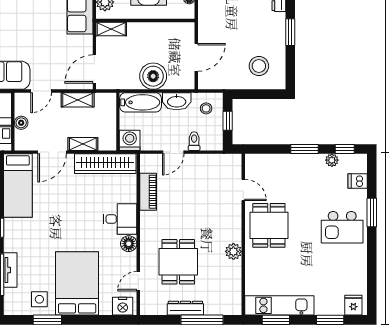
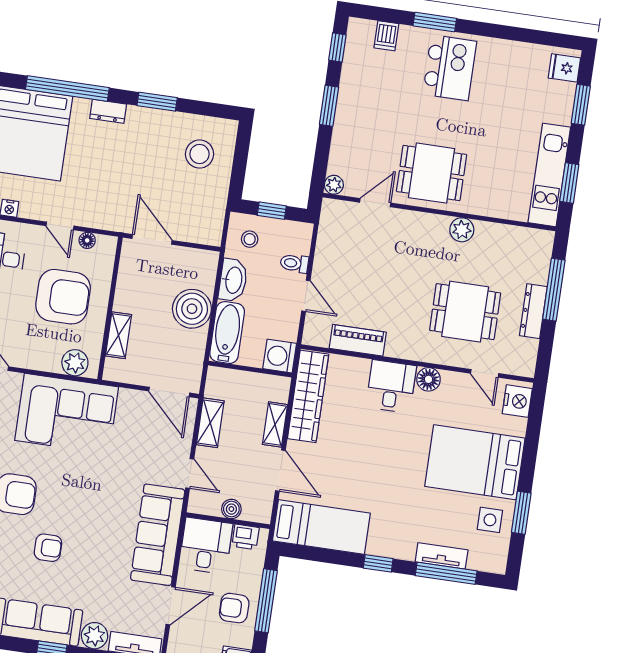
shelving: (111, 29) -> (119, 335), moved
door: (196, 57) -> (152, 239), moved
plant: (332, 160) -> (334, 185), moved

